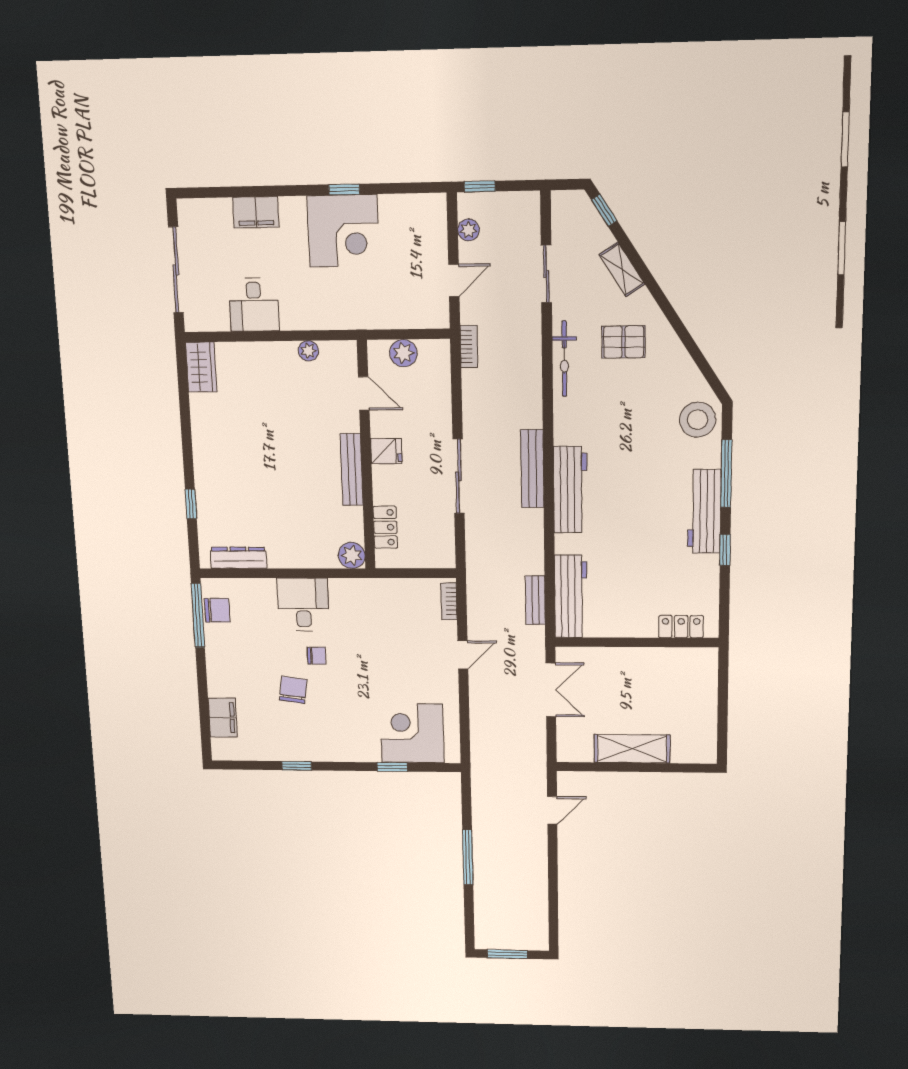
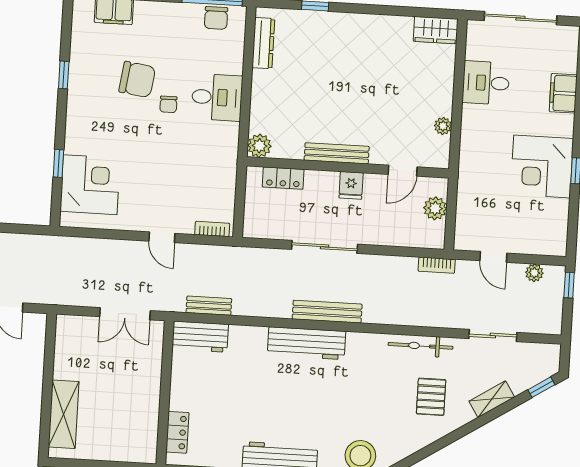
workbench: (571, 596) -> (200, 337), width x0.73
chair: (293, 690) -> (137, 79), width x1.37, depth x1.37
shelving: (632, 749) -> (64, 414), moved

